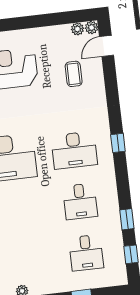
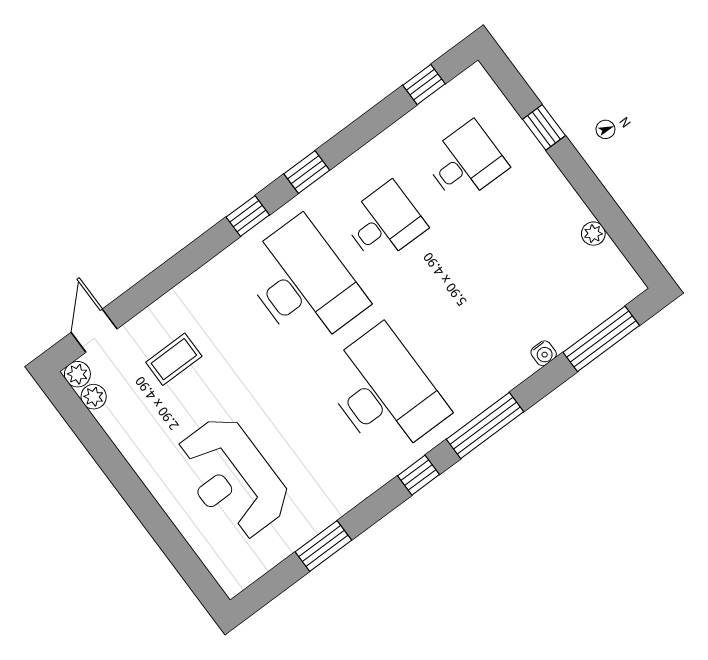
door: (107, 46) -> (94, 331), swing flipped
desk: (74, 150) -> (303, 284), width x1.36, depth x1.30
window: (127, 219) -> (307, 172), moved

